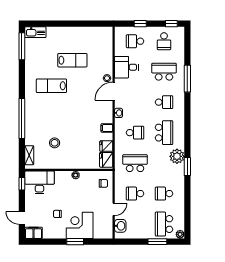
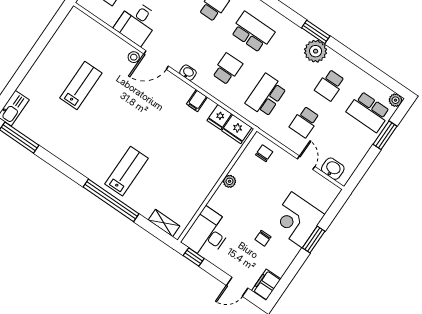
lab bench: (51, 86) -> (126, 171), moved, turned 180
door: (114, 91) -> (156, 60), hinge flipped
stool: (55, 143) -> (170, 180), removed
plant: (177, 156) -> (316, 51), moved

